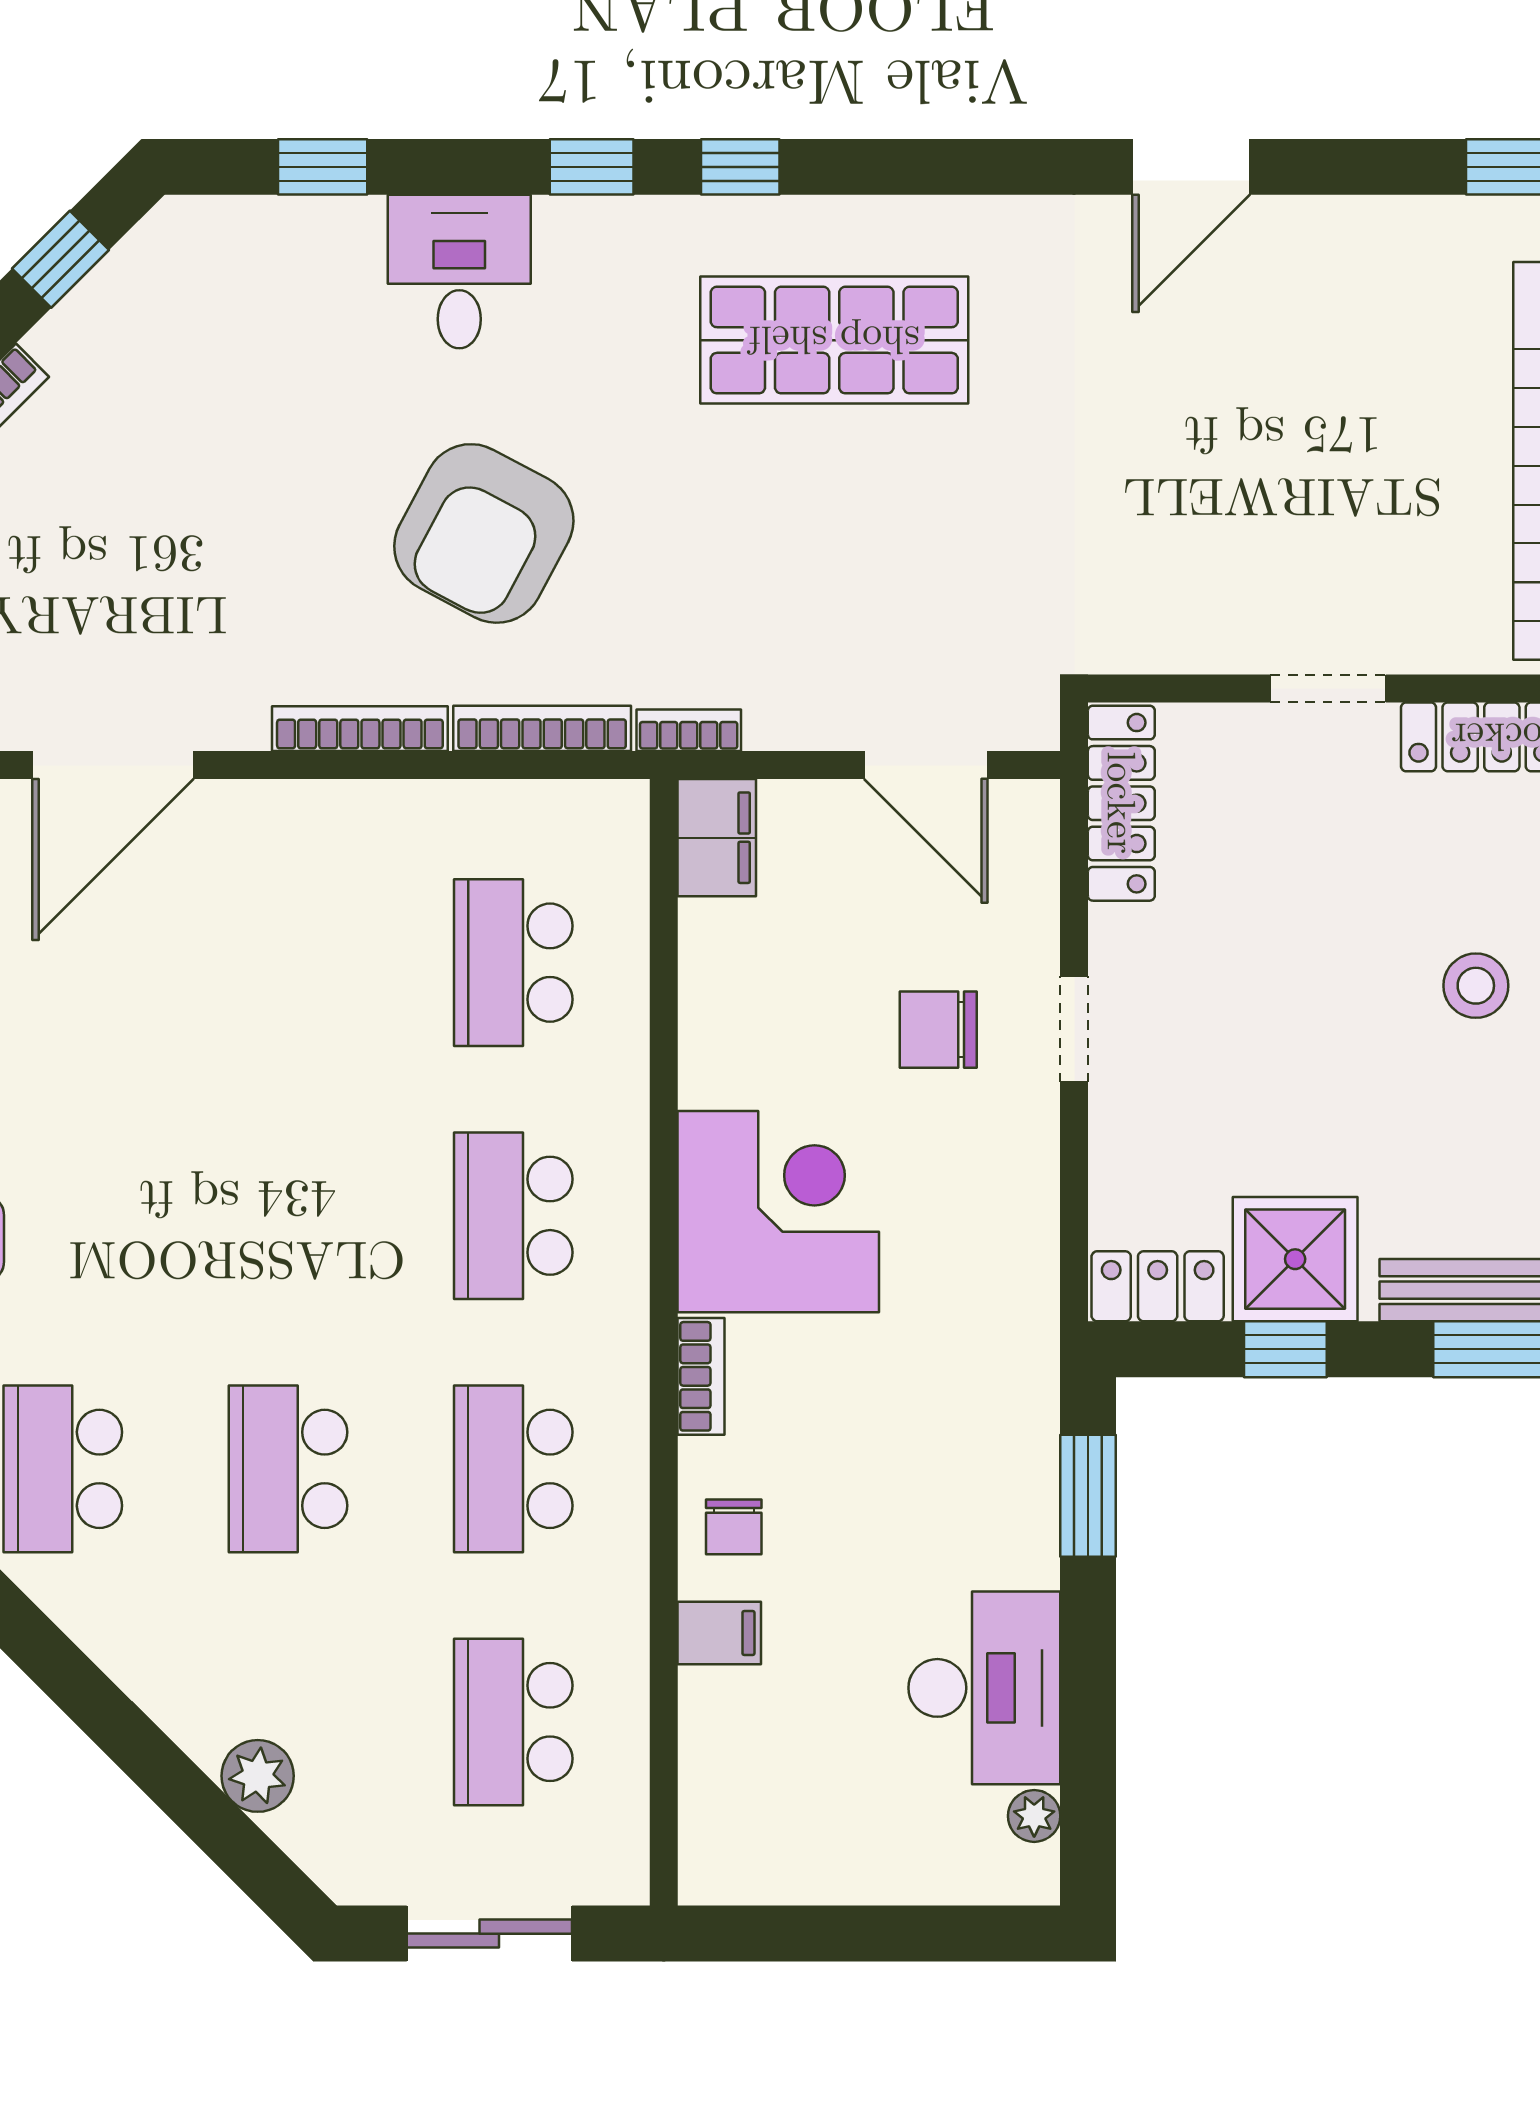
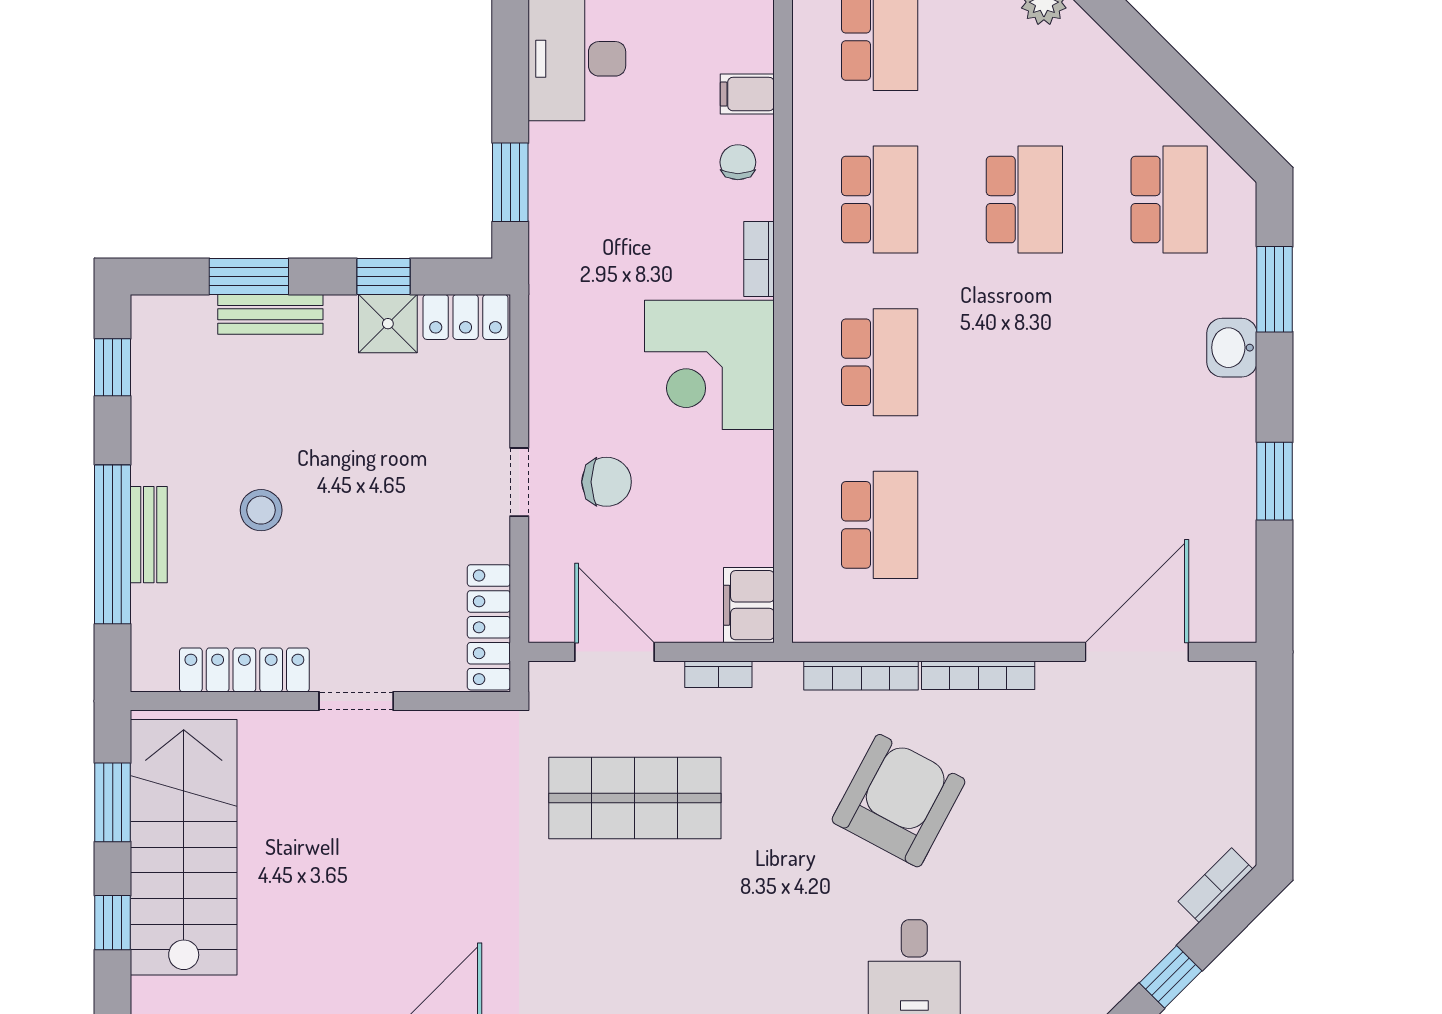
shop shelf: (834, 340) -> (635, 798), moved
bookcase: (689, 730) -> (718, 674), moved
shower: (1295, 1259) -> (388, 324), width x0.73, depth x0.73

